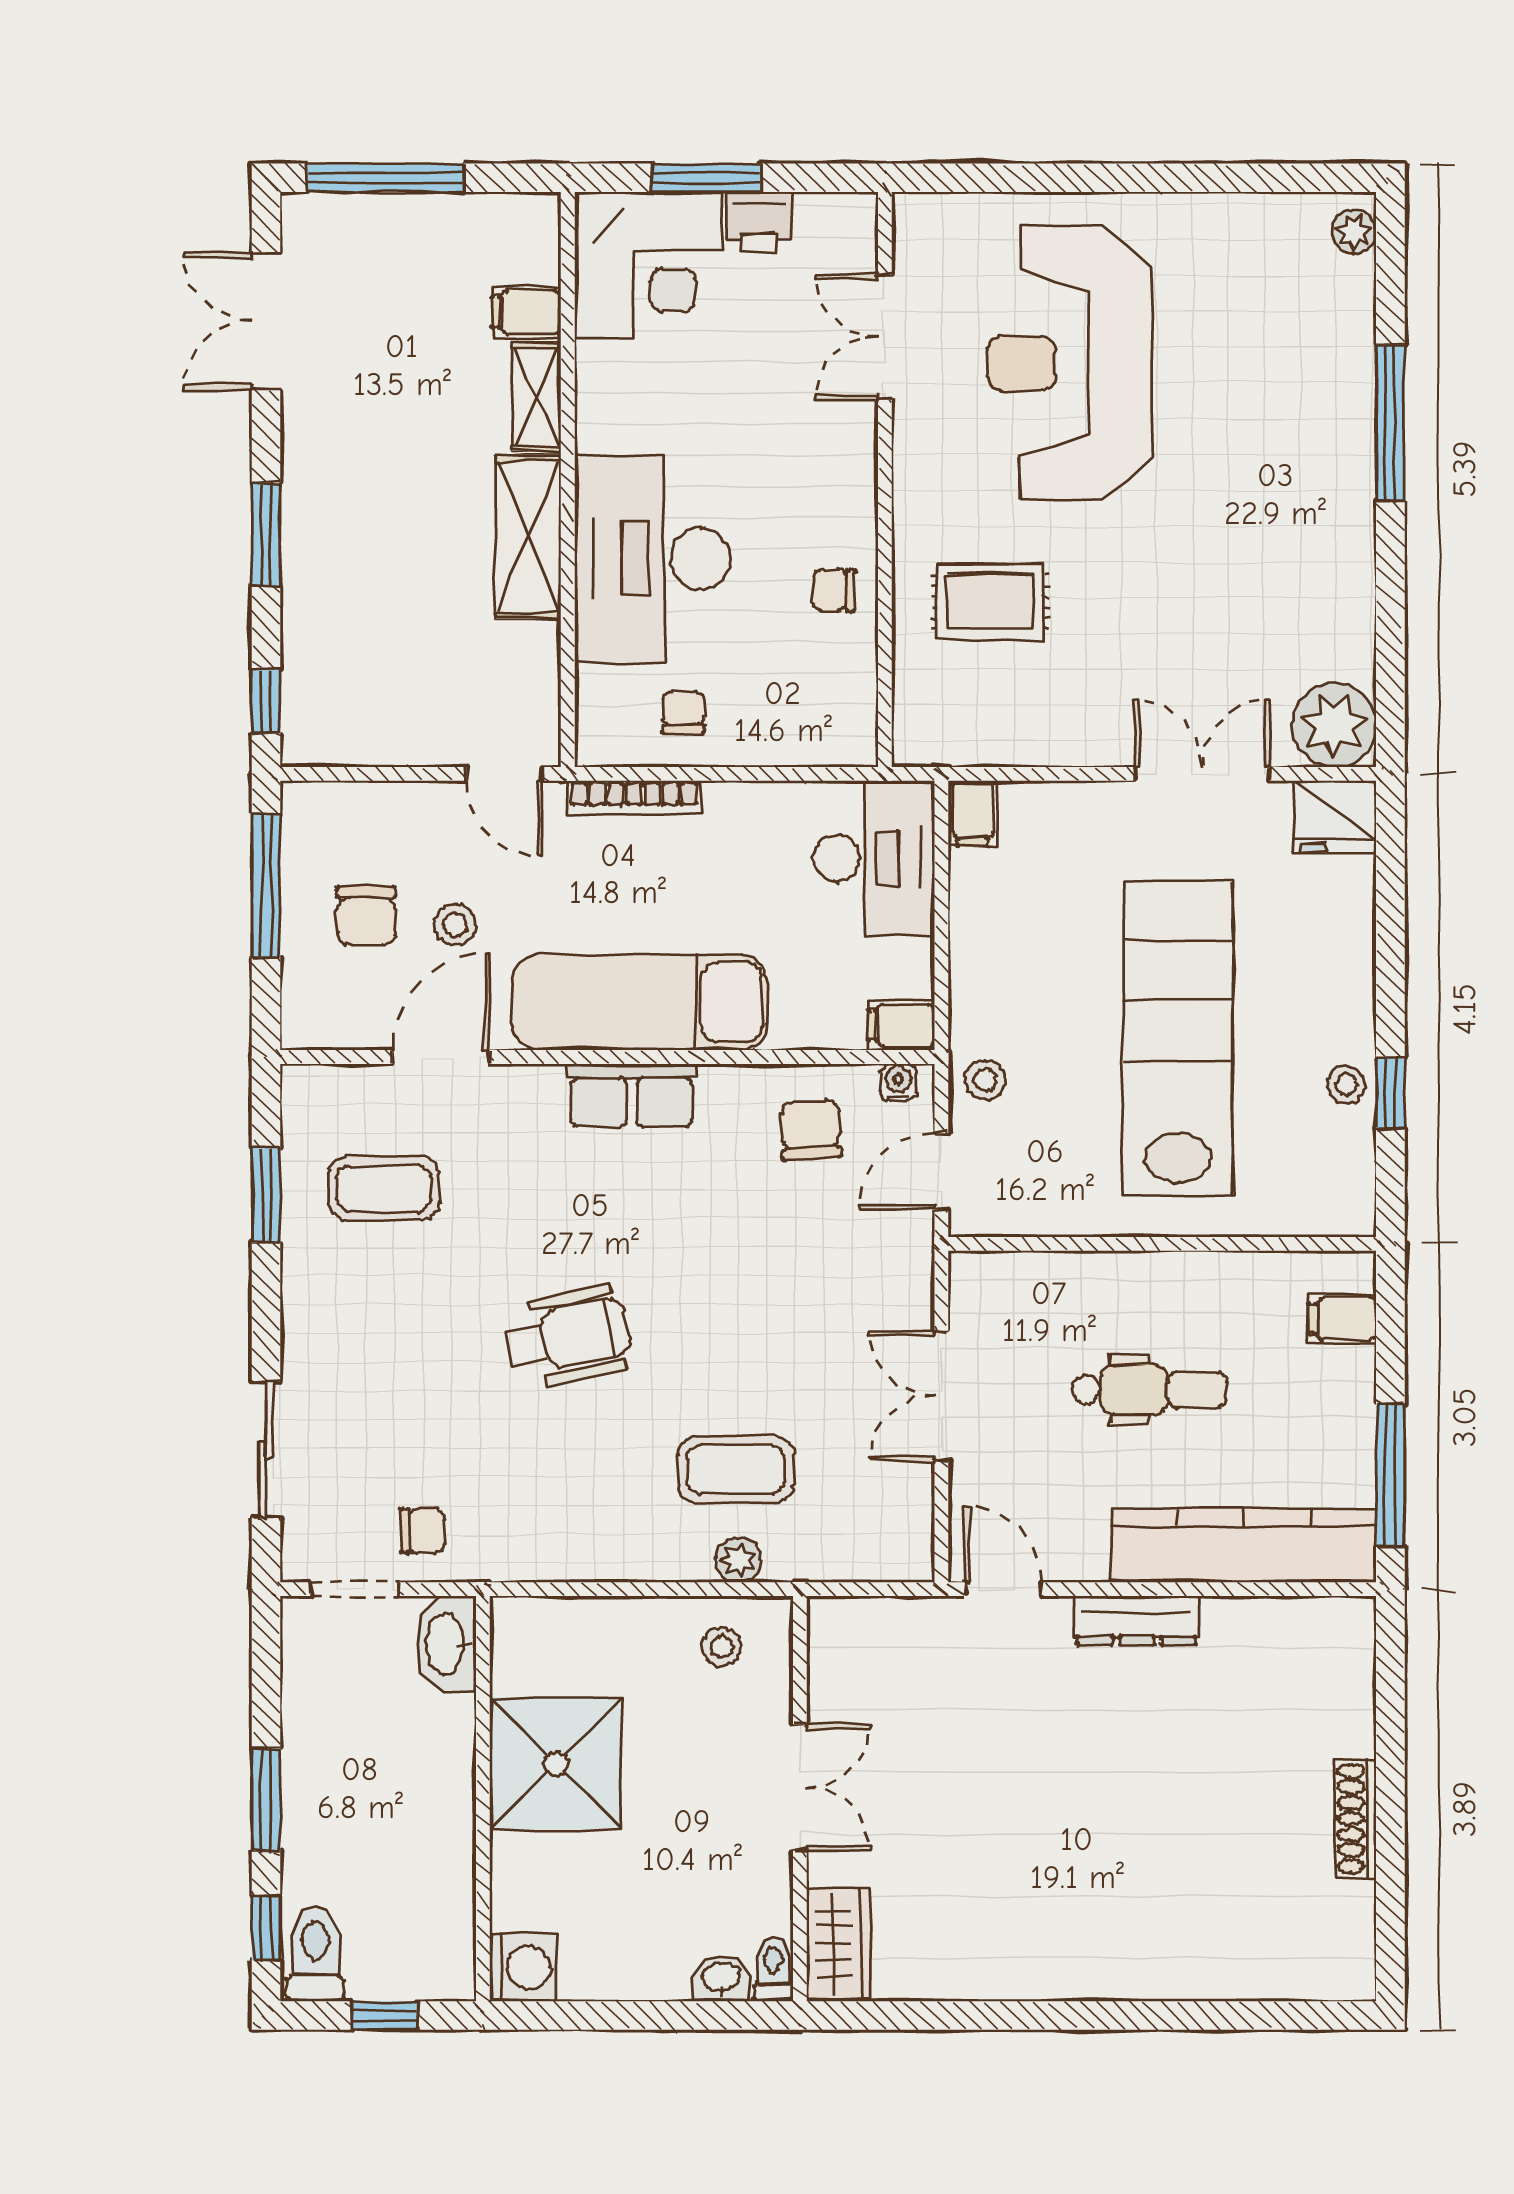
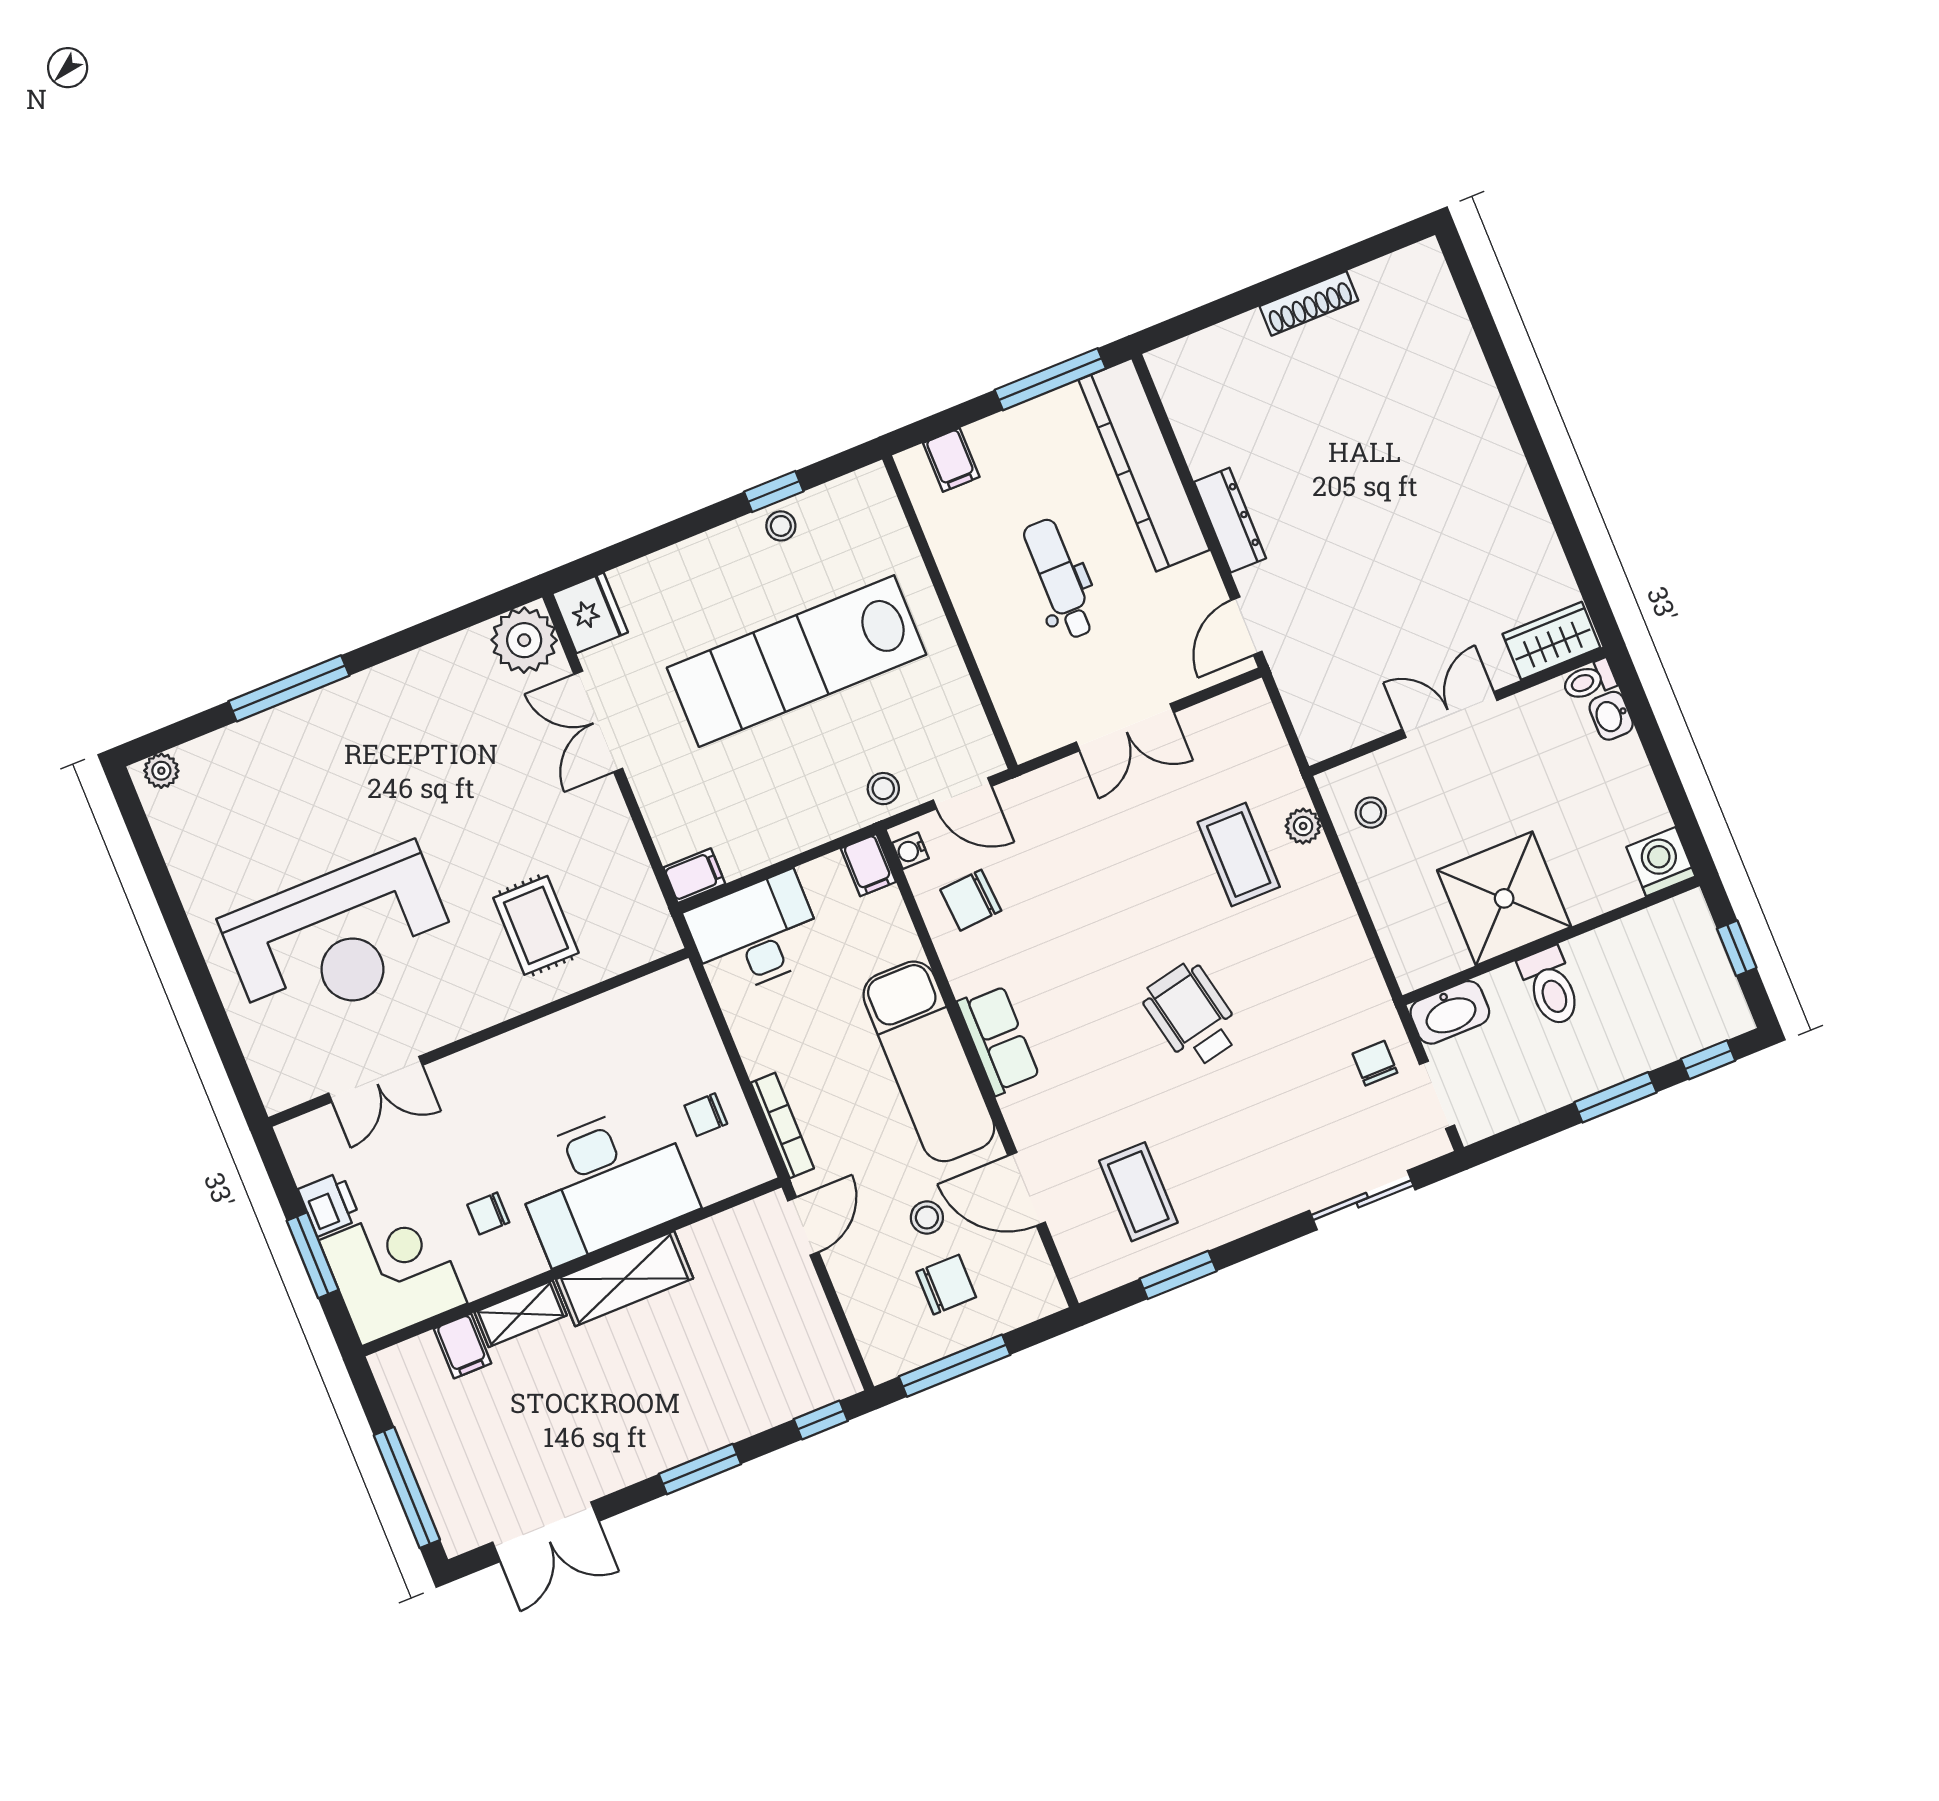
chair: (834, 591) -> (488, 1213), moved, turned 90
toilet: (315, 1954) -> (1551, 987), moved, turned -90

